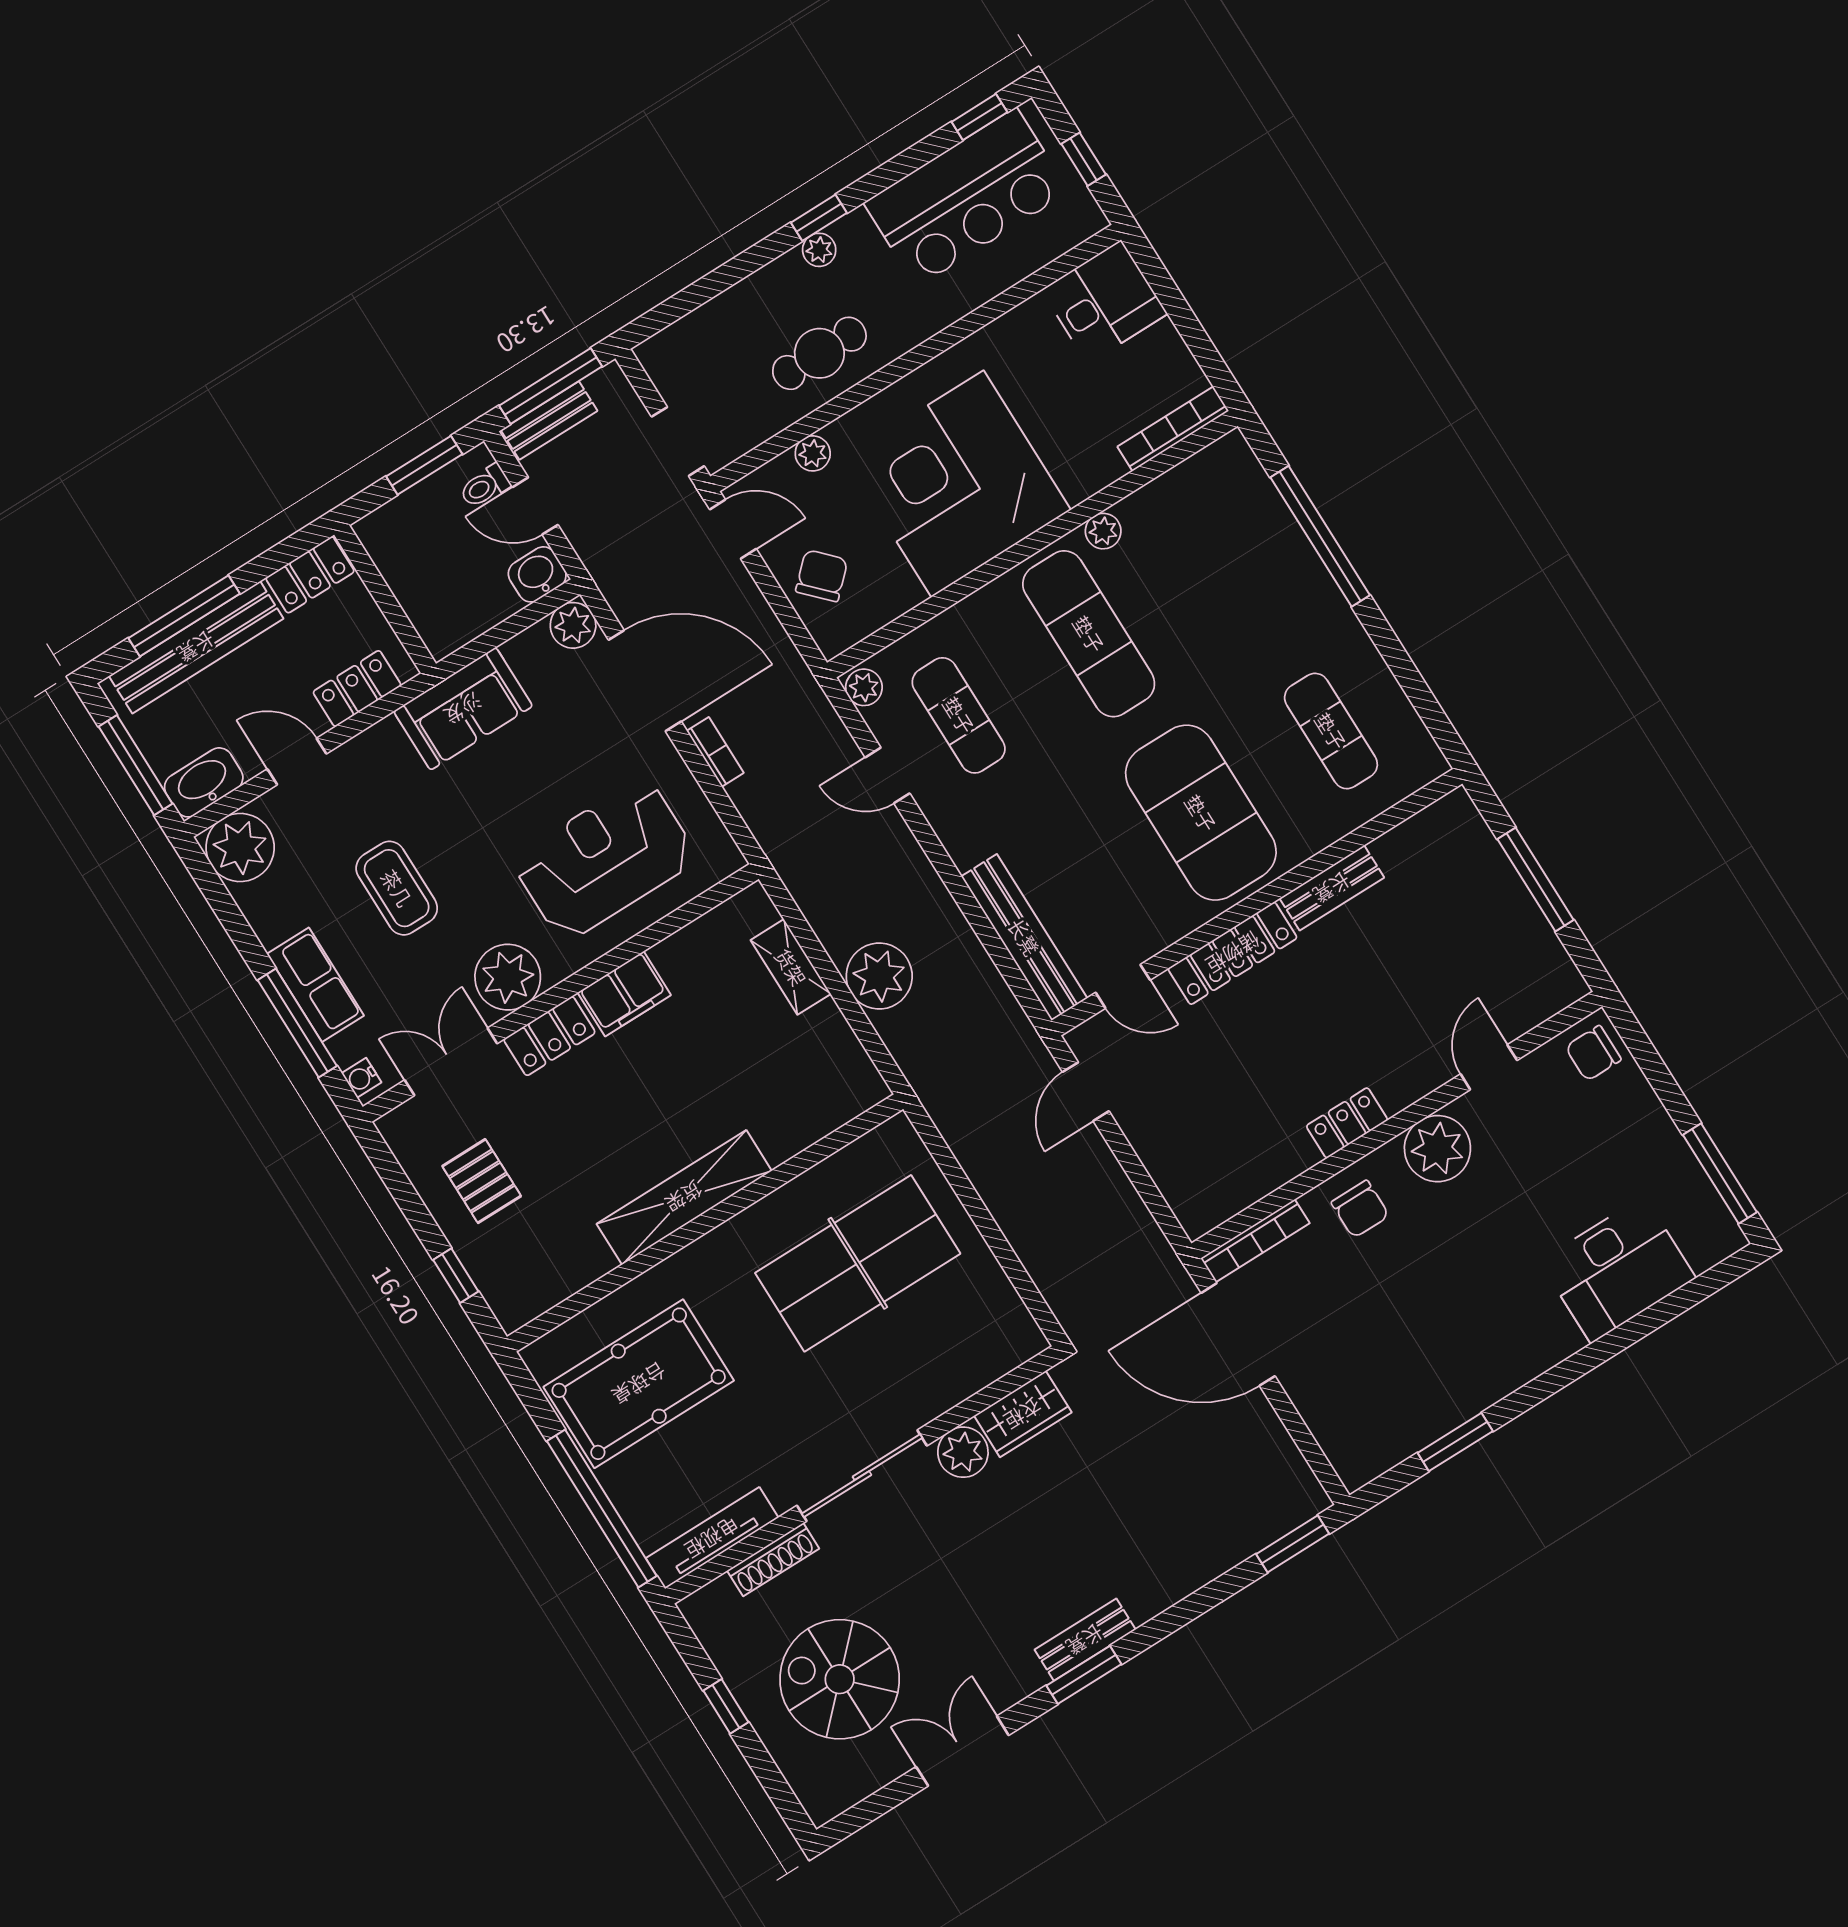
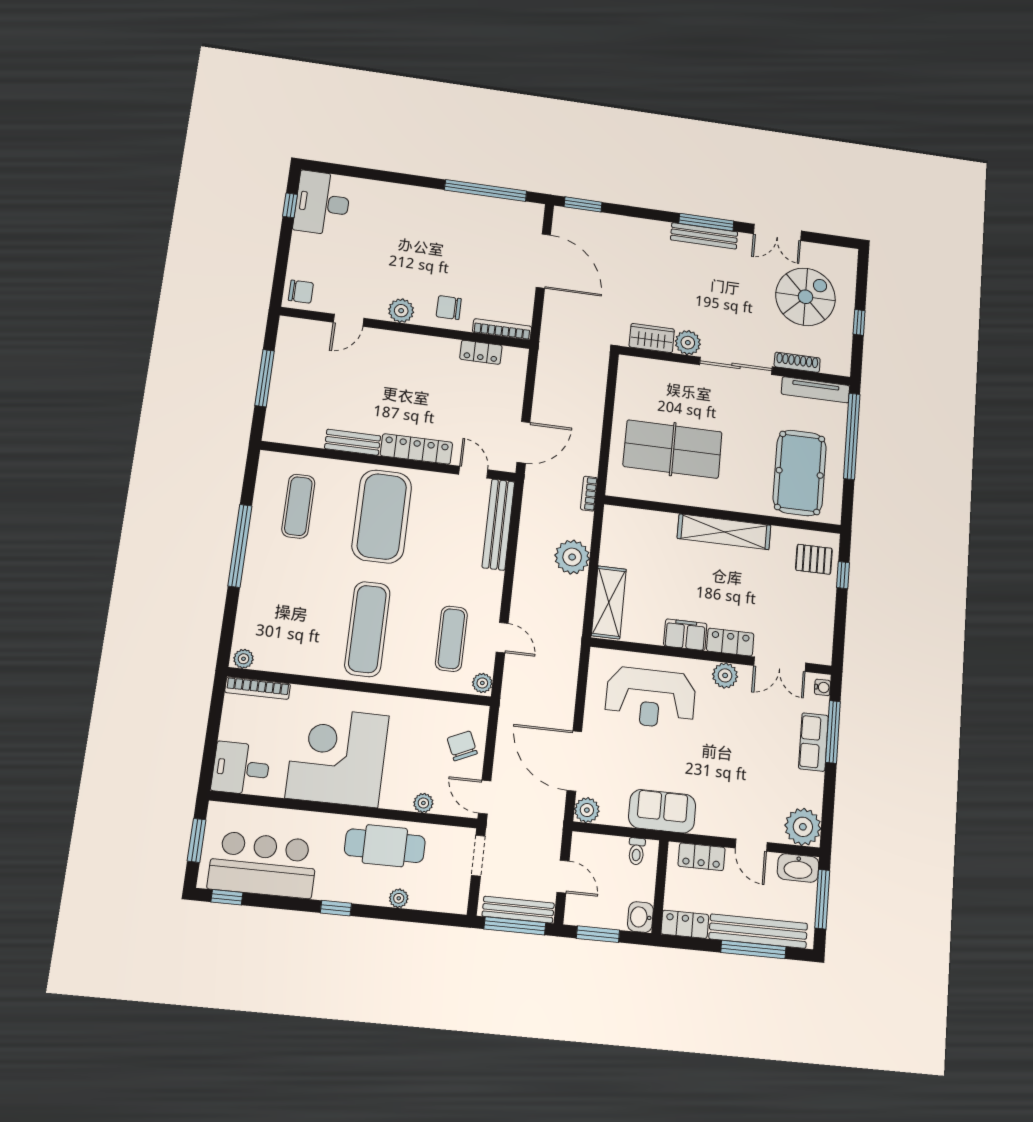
window: (1084, 159) -> (197, 840), width x1.50
plant: (819, 250) -> (399, 898), moved
cafe table: (819, 353) -> (385, 846), width x1.37, depth x1.35
bench: (549, 420) -> (518, 910), width x1.36
corner desk: (958, 484) -> (337, 757), moved, turned 180
toilet: (485, 486) -> (636, 851), moved, turned 90
plant: (1103, 531) -> (244, 659), moved
window: (1320, 536) -> (240, 546), moved
washbasin: (537, 574) -> (640, 917), moved, turned 90
chair: (822, 576) -> (462, 746), turned 110
bookcase: (715, 752) -> (589, 494), moved
coffee table: (397, 888) -> (749, 756), removed
shelving: (791, 967) -> (609, 602), width x1.50, depth x1.33
plant: (508, 977) -> (725, 675), width x0.73, depth x0.73
door: (1086, 1092) -> (523, 442), width x1.38
locker: (1347, 1123) -> (481, 352), moved
plant: (1437, 1149) -> (401, 311), width x0.73, depth x0.73
window: (1720, 1173) -> (290, 205), width x0.46
pallet: (482, 1181) -> (814, 559), moved, turned 90
chair: (1360, 1209) -> (449, 308), turned -90
desk: (1618, 1270) -> (322, 203), moved, turned -90
door: (1238, 1334) -> (543, 261), moved
pool table: (639, 1384) -> (800, 473), turned 90
window: (1455, 1442) -> (486, 191), width x2.11
bench: (1085, 1640) -> (704, 236), width x1.36
window: (1084, 1675) -> (706, 222), width x1.44
spiral stairs: (840, 1679) -> (806, 297), turned -90

